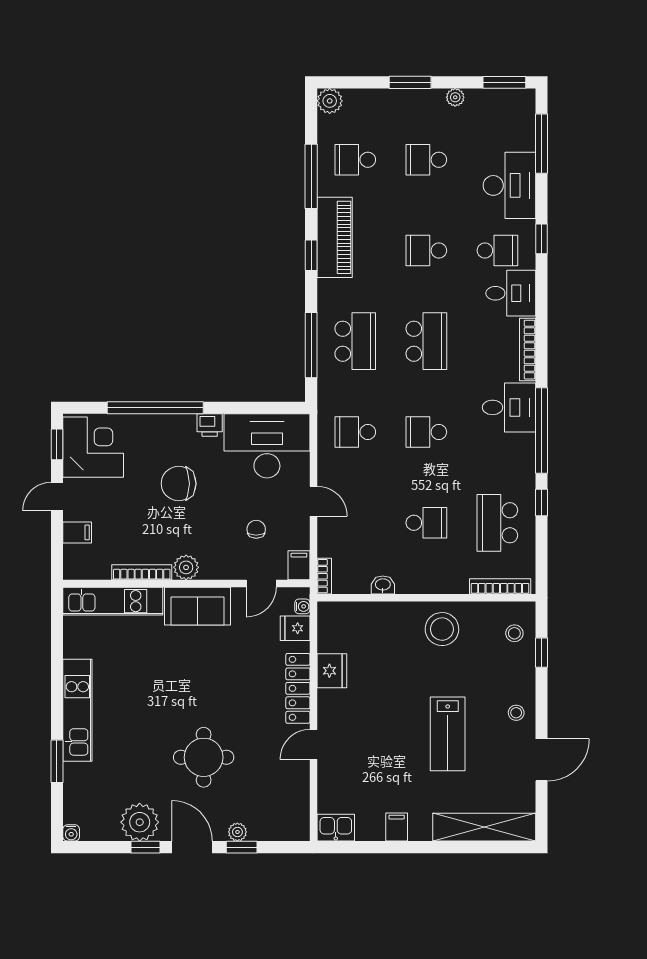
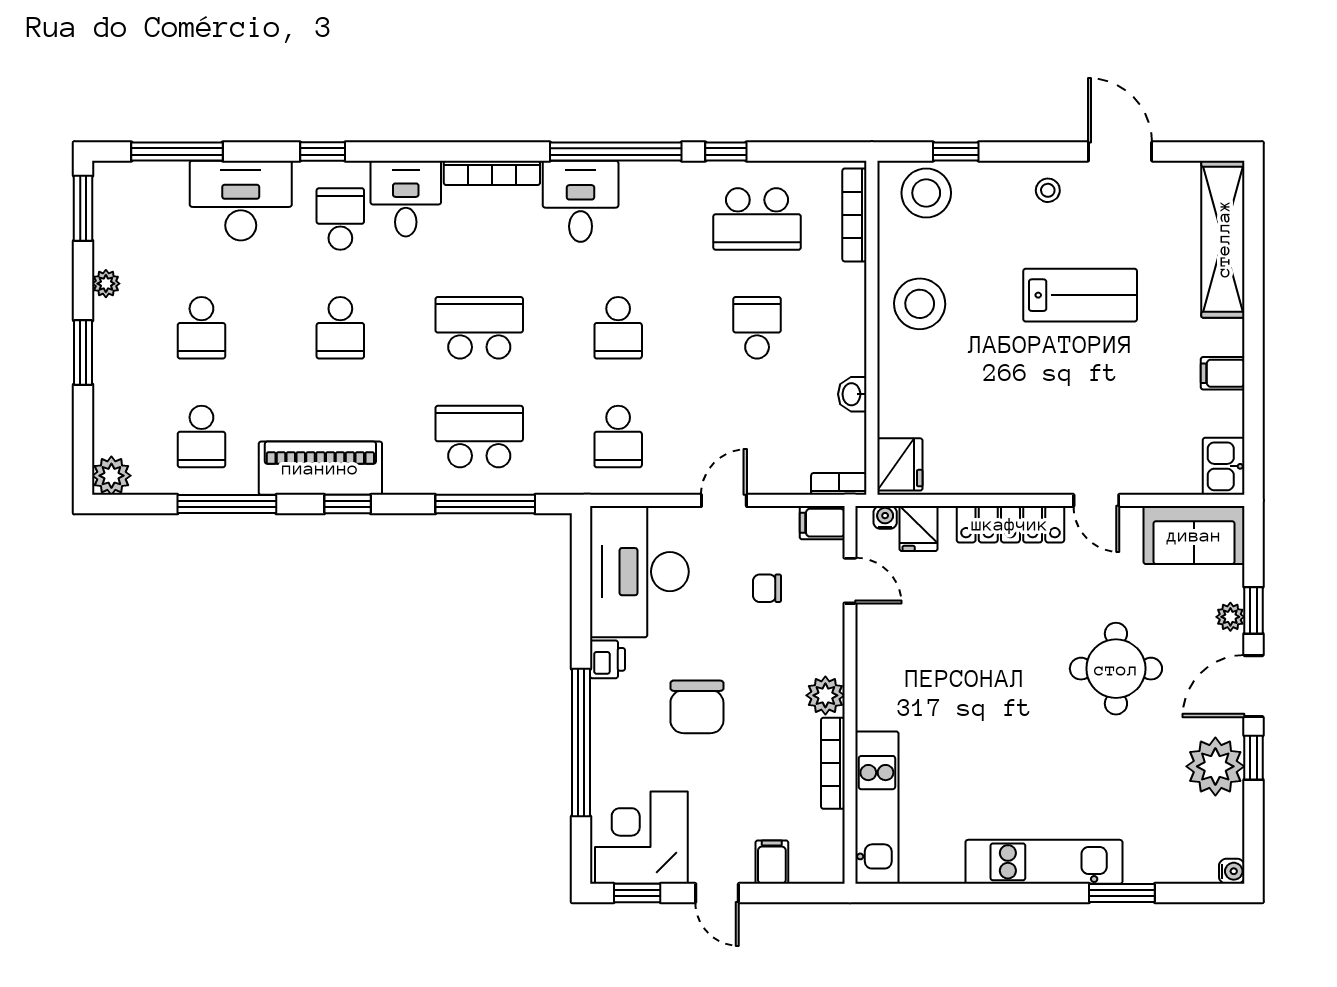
sofa: (197, 606) -> (1194, 535), moved, turned 90
stool: (514, 633) -> (926, 193), width x1.89, depth x1.89
fridge: (332, 671) -> (900, 464), moved, turned 90

